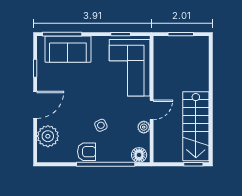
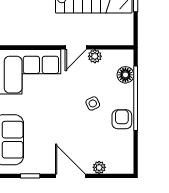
door: (152, 110) -> (76, 47), swing flipped
plant: (48, 136) -> (99, 167), width x0.53, depth x0.53
floor lamp: (139, 155) -> (125, 75), moved

